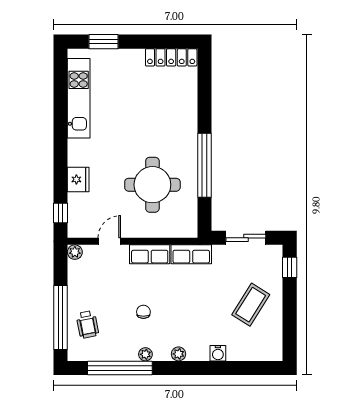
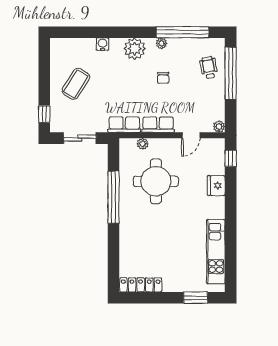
plant: (169, 231) -> (143, 144), added
plant: (179, 354) -> (135, 49), width x1.87, depth x1.87

